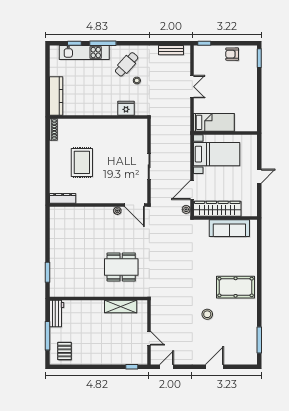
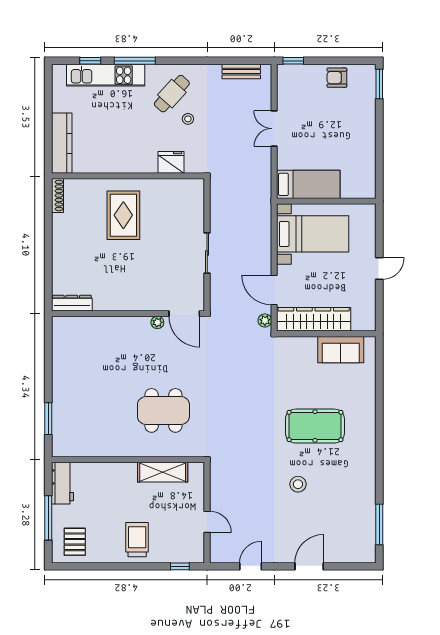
double door: (192, 87) -> (274, 129), swing flipped
rug: (82, 162) -> (123, 215), moved
door: (192, 190) -> (274, 290), hinge flipped
sofa: (229, 228) -> (341, 350), width x0.73
pool table: (236, 287) -> (315, 426), moved
trolley: (104, 350) -> (137, 540), added
door: (167, 367) -> (251, 566), moved

